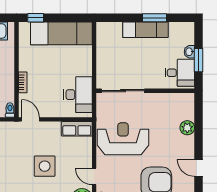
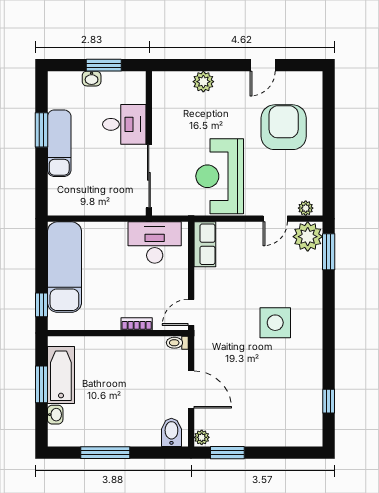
desk: (180, 73) -> (124, 124), moved, turned 90
side table: (45, 166) -> (275, 323), moved

